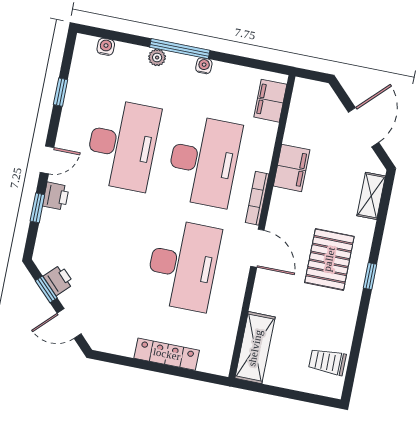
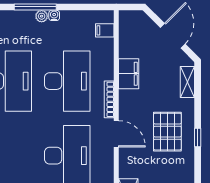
plant: (157, 58) -> (42, 16), moved
filing cabinet: (270, 101) -> (105, 30), width x0.50

